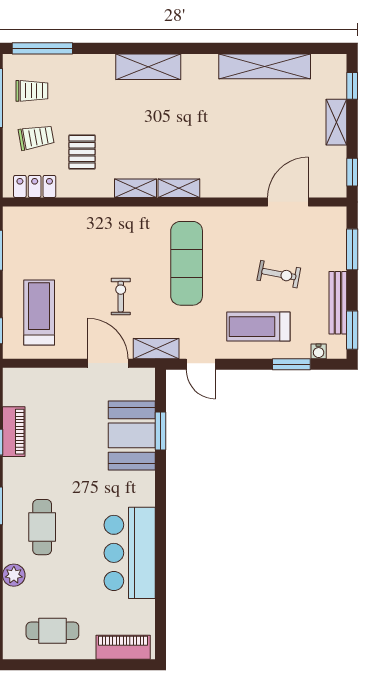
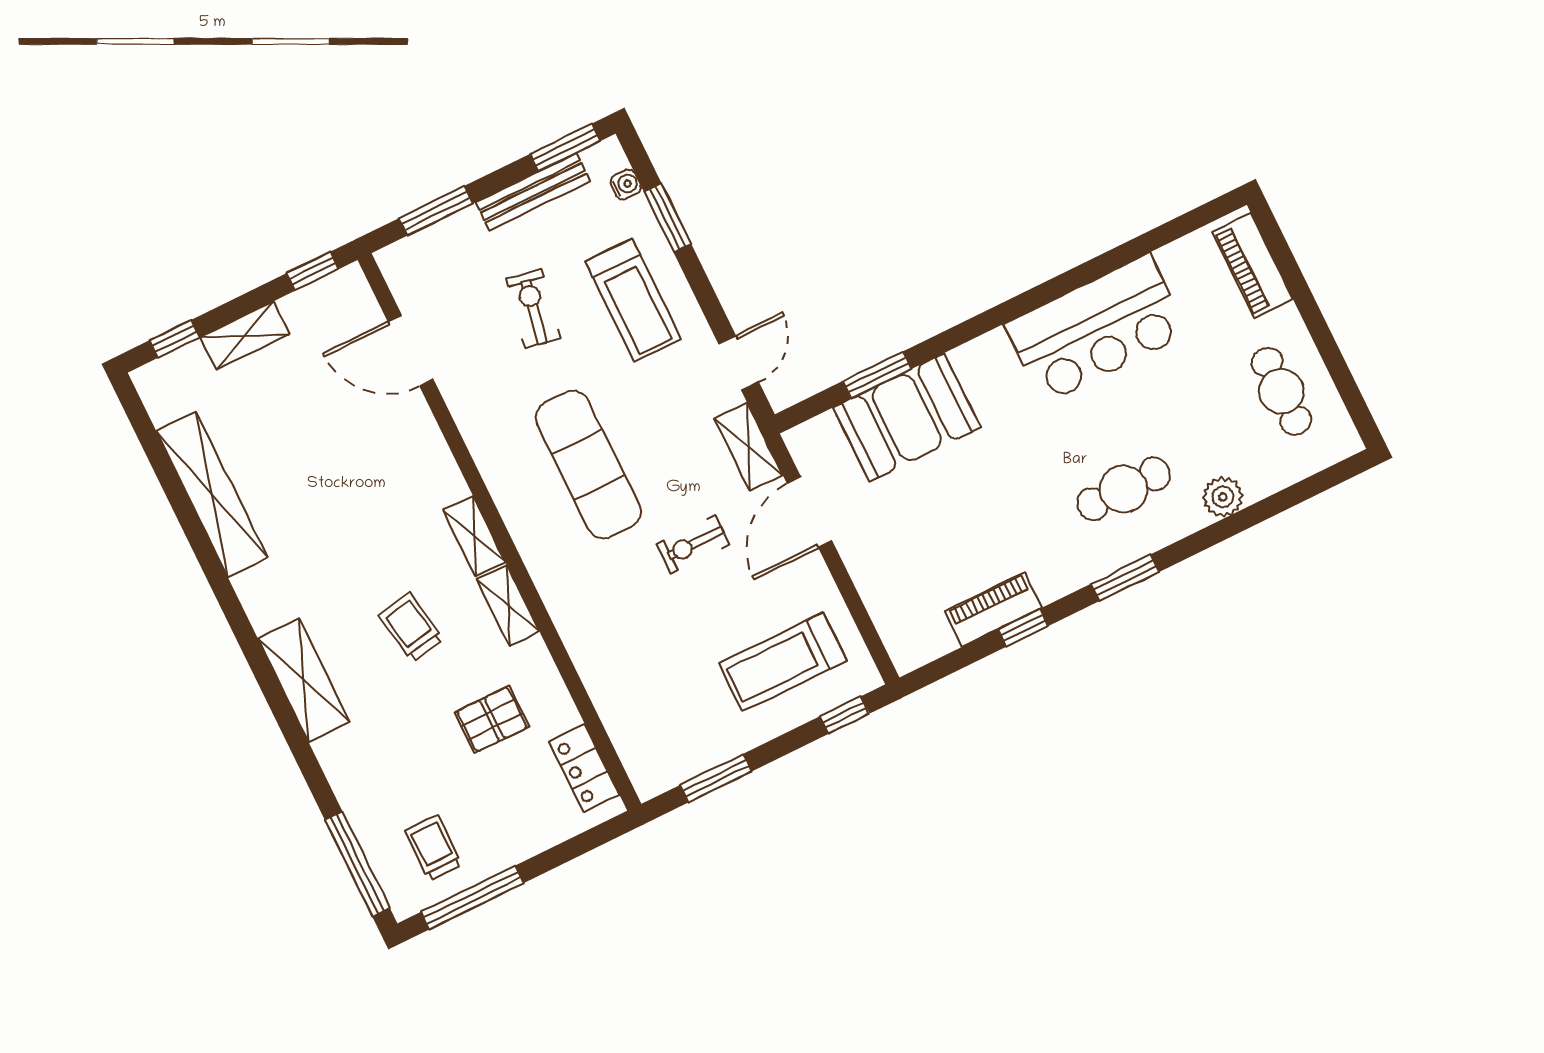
trolley: (36, 137) -> (411, 627), moved
exercise mat: (187, 263) -> (588, 465), turned 90

